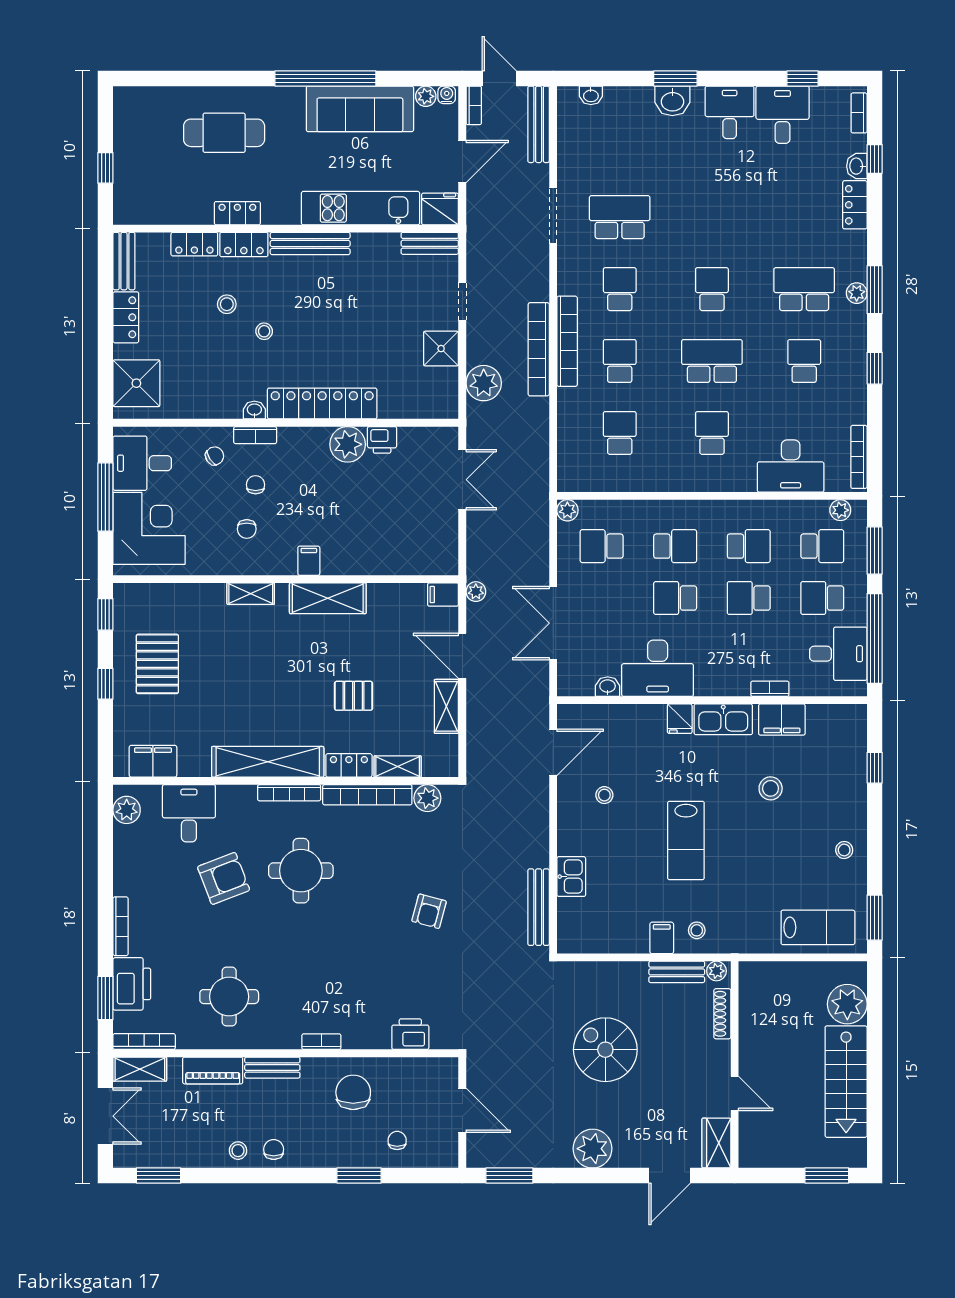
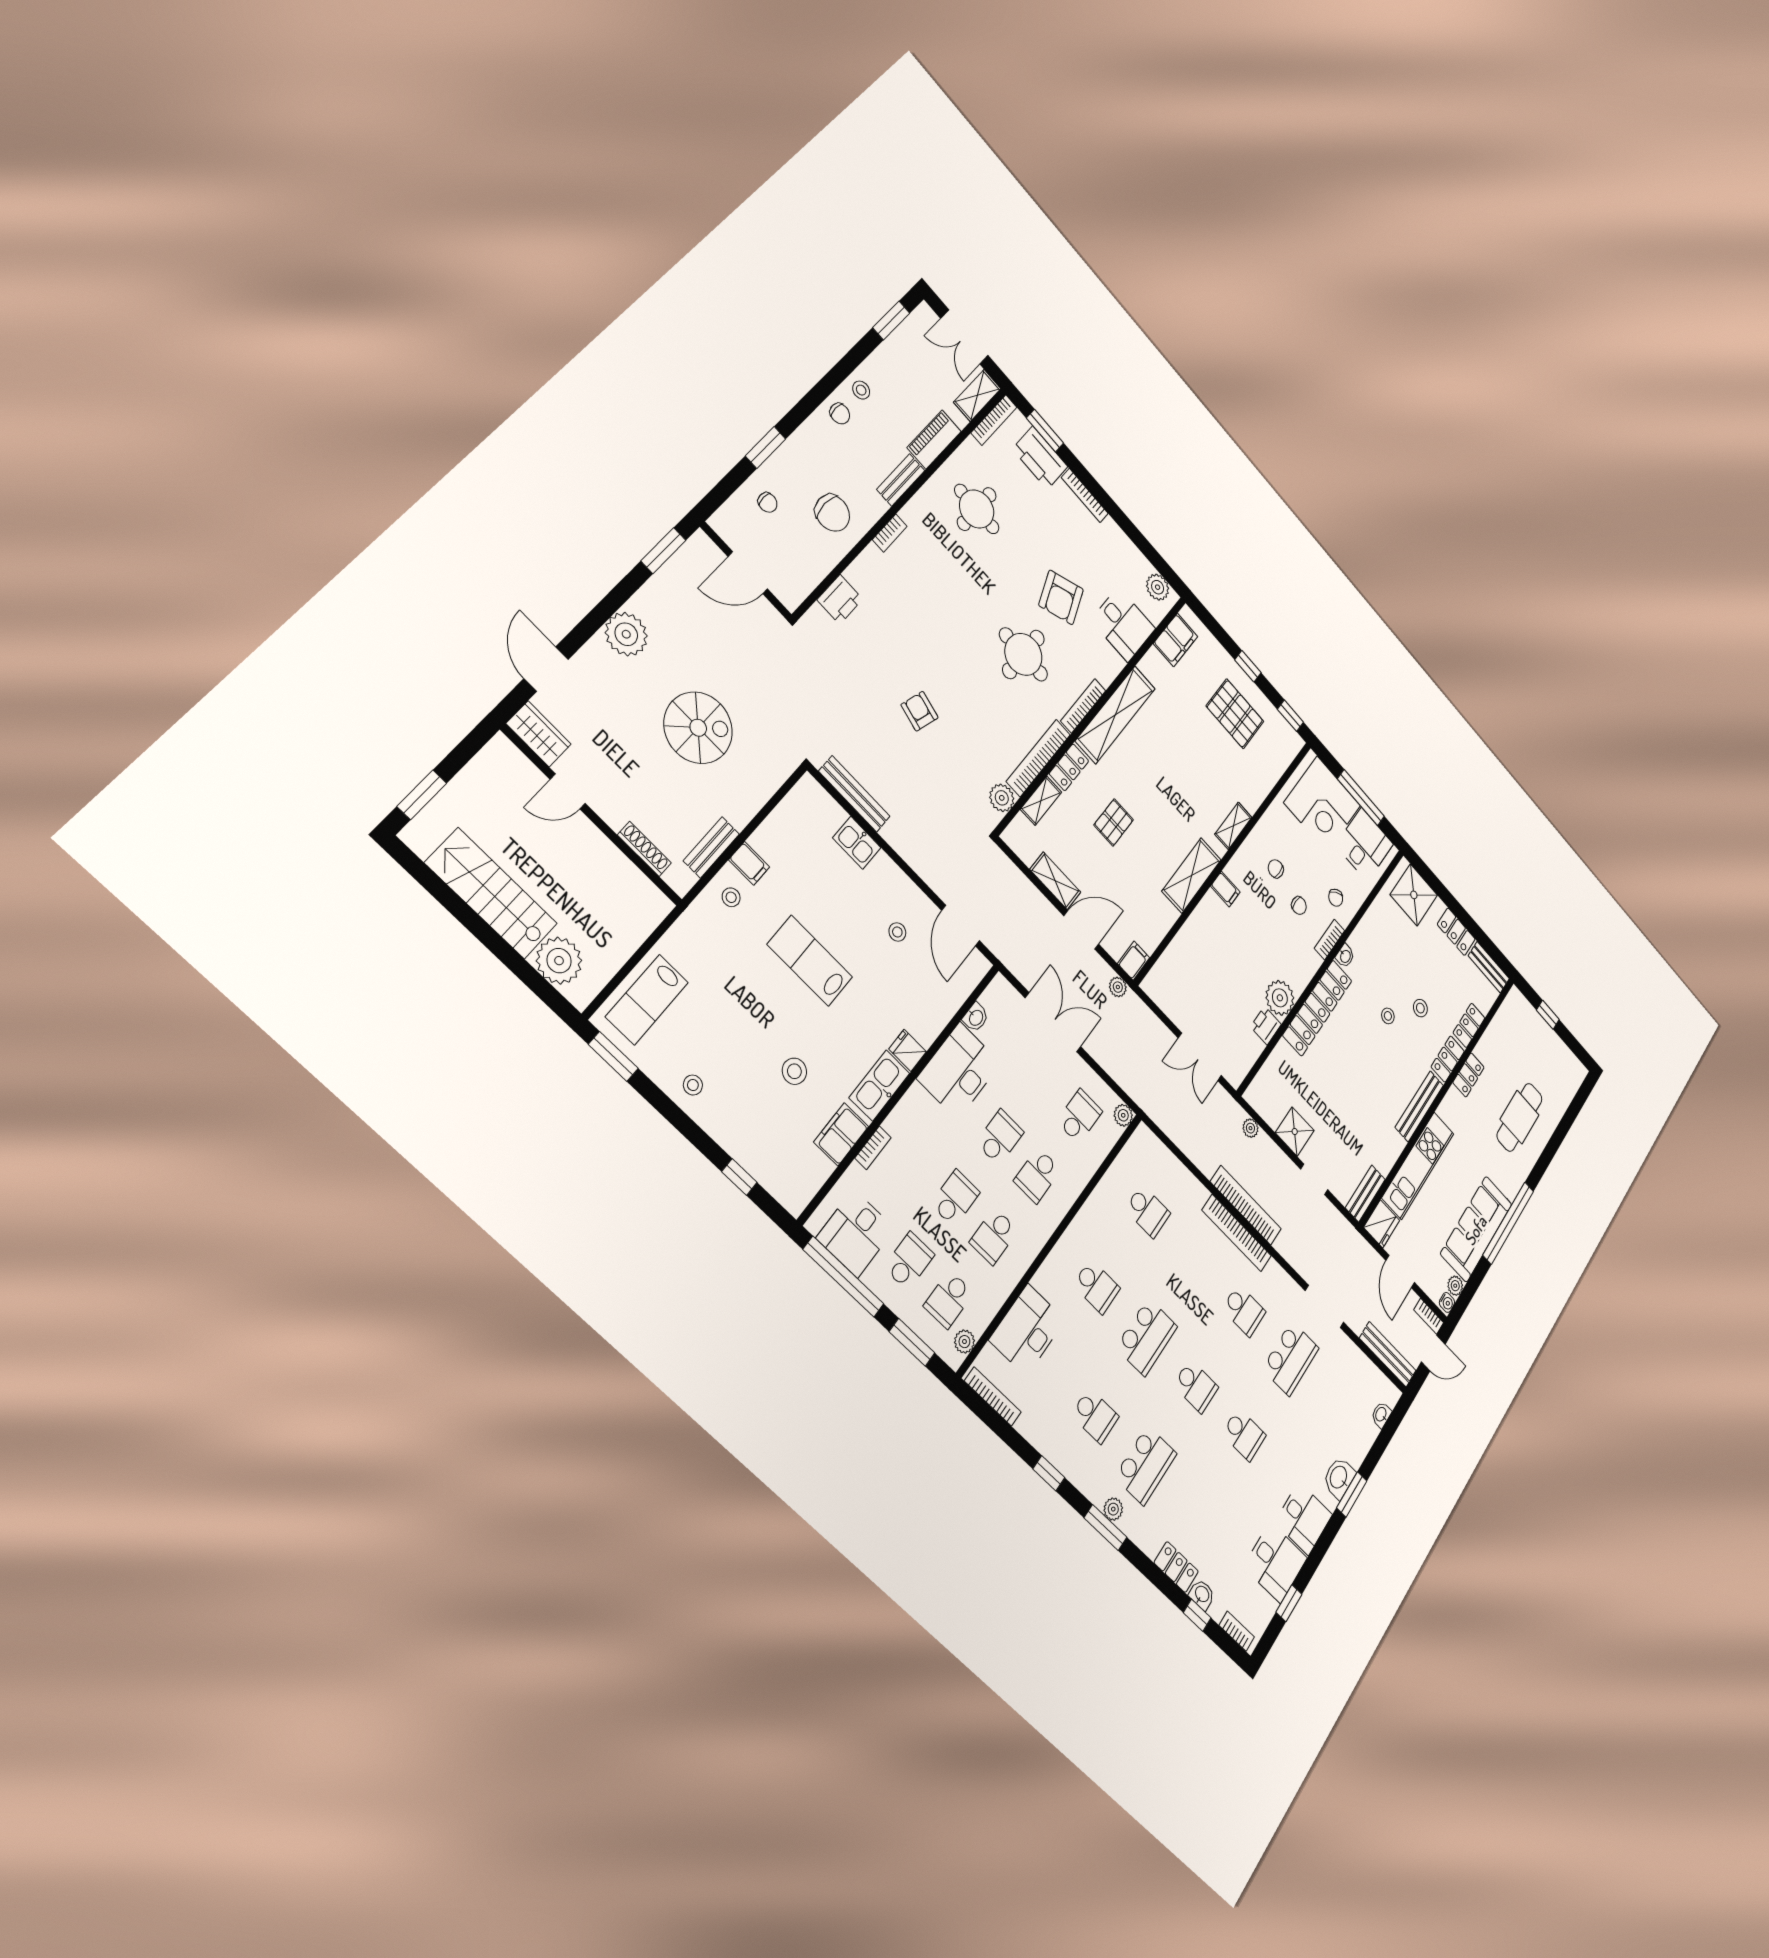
school desk: (620, 361) -> (1244, 1435), moved
plant: (484, 383) -> (1250, 1128), width x0.53, depth x0.53
plant: (716, 971) -> (684, 880), removed

